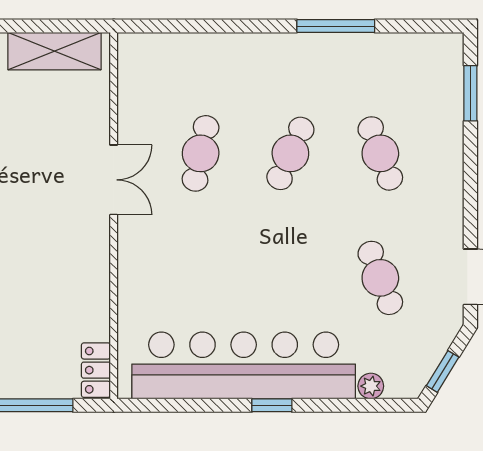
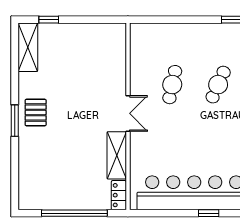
shelving: (54, 51) -> (117, 155), moved, turned 90
double door: (114, 180) -> (128, 113), moved

